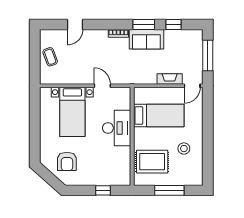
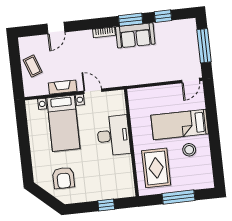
fireplace: (170, 79) -> (63, 87), moved
bed: (159, 116) -> (180, 124), moved, turned 180
rug: (152, 162) -> (156, 168), turned 90

